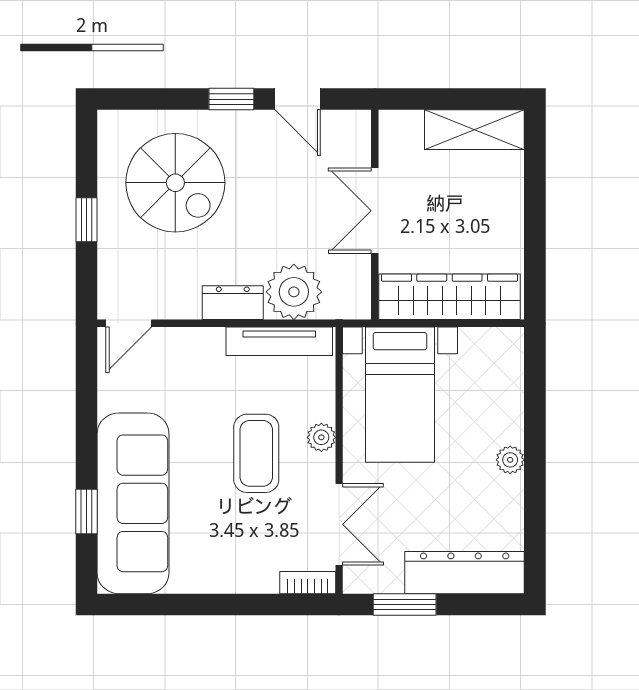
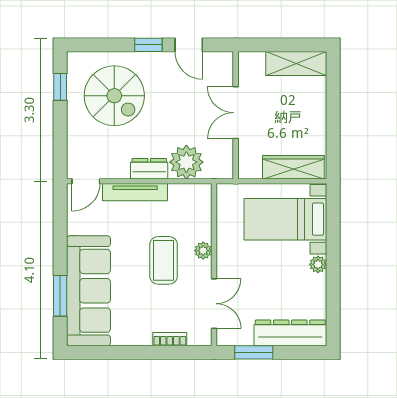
window: (86, 220) -> (60, 87), moved
wardrobe: (449, 297) -> (293, 167), width x0.71, depth x0.85
tv unit: (279, 341) -> (135, 192), moved
bed with nightstands: (400, 395) -> (285, 219), moved, turned 90
window: (86, 511) -> (60, 296), width x1.50
bookcase: (308, 583) -> (170, 339), moved

